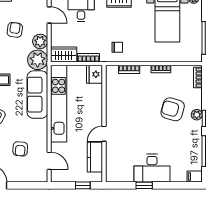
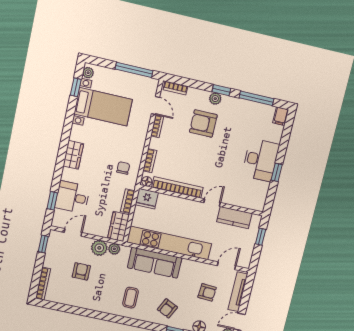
armchair: (15, 30) -> (81, 271), turned 82
plant: (38, 60) -> (114, 249), width x0.53, depth x0.53
door: (179, 64) -> (156, 105), added
floor lamp: (110, 71) -> (147, 181), added
bookcase: (111, 99) -> (177, 187), added
armchair: (173, 109) -> (203, 123), turned 74
door: (104, 134) -> (212, 203), swing flipped
tv unit: (27, 177) -> (238, 292), added

